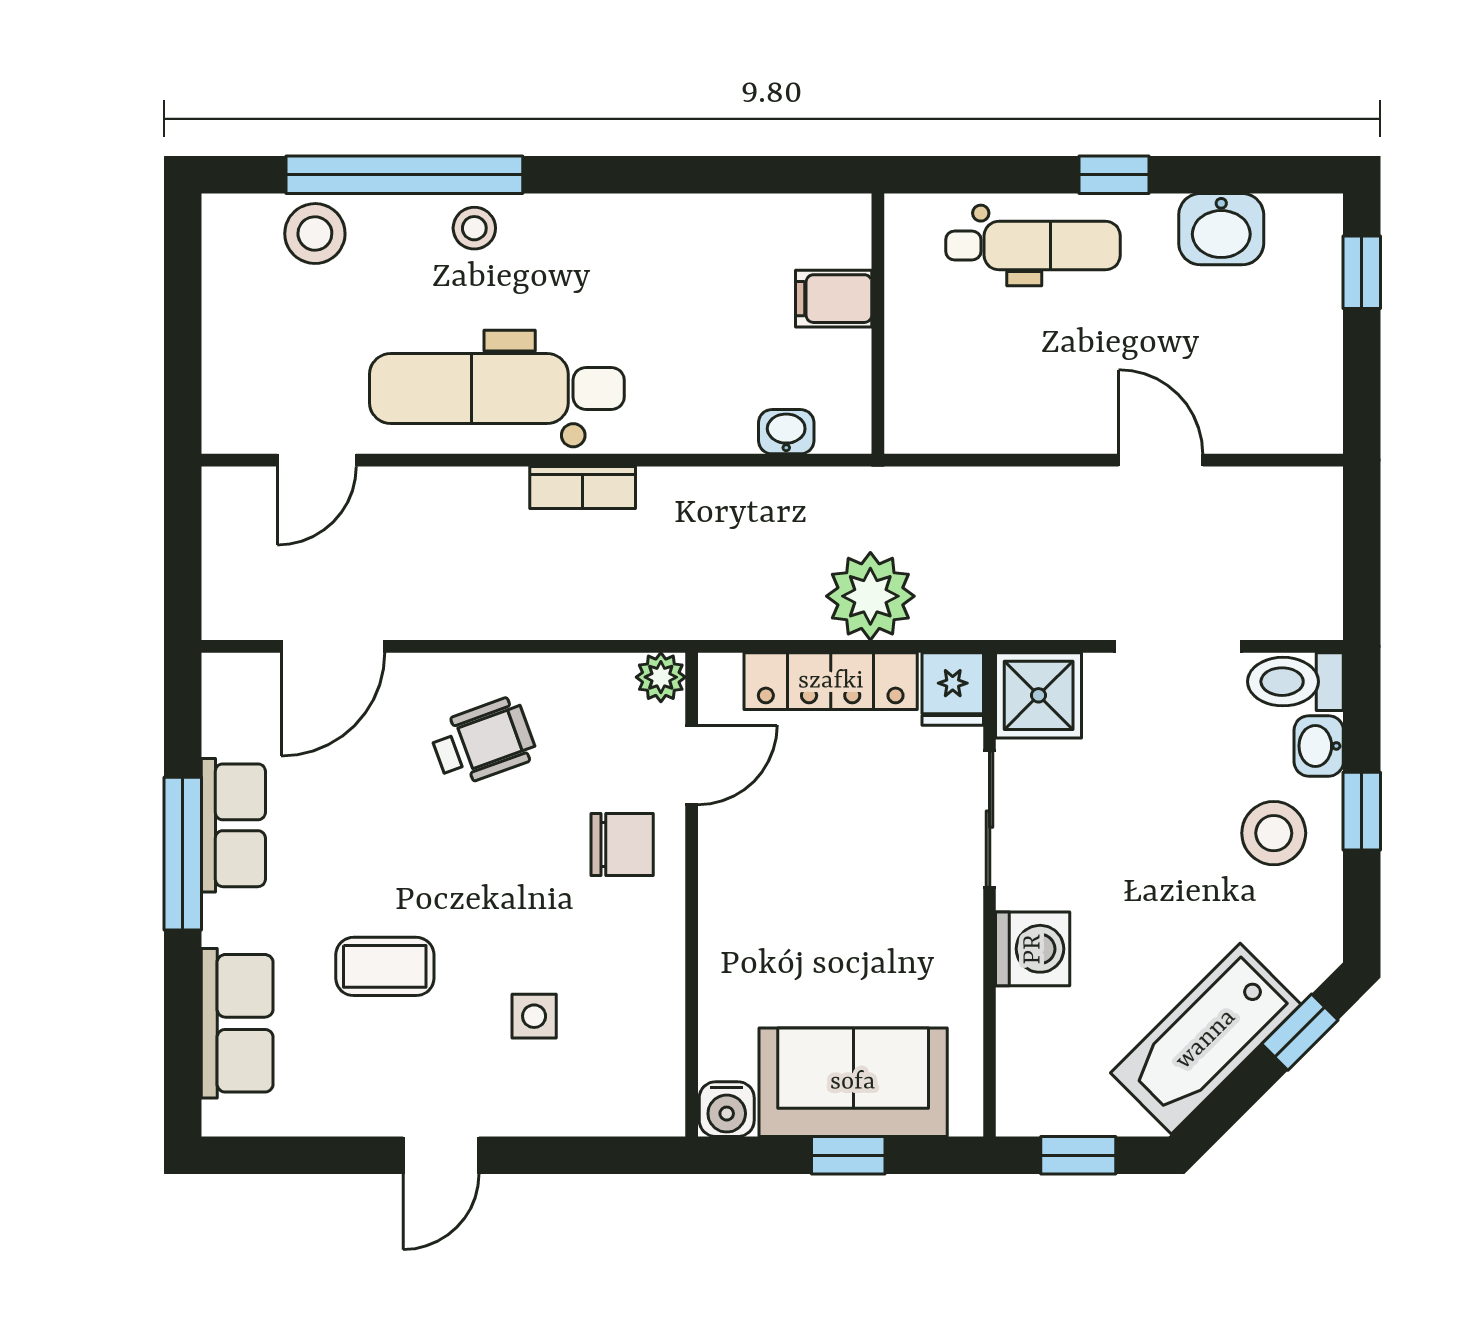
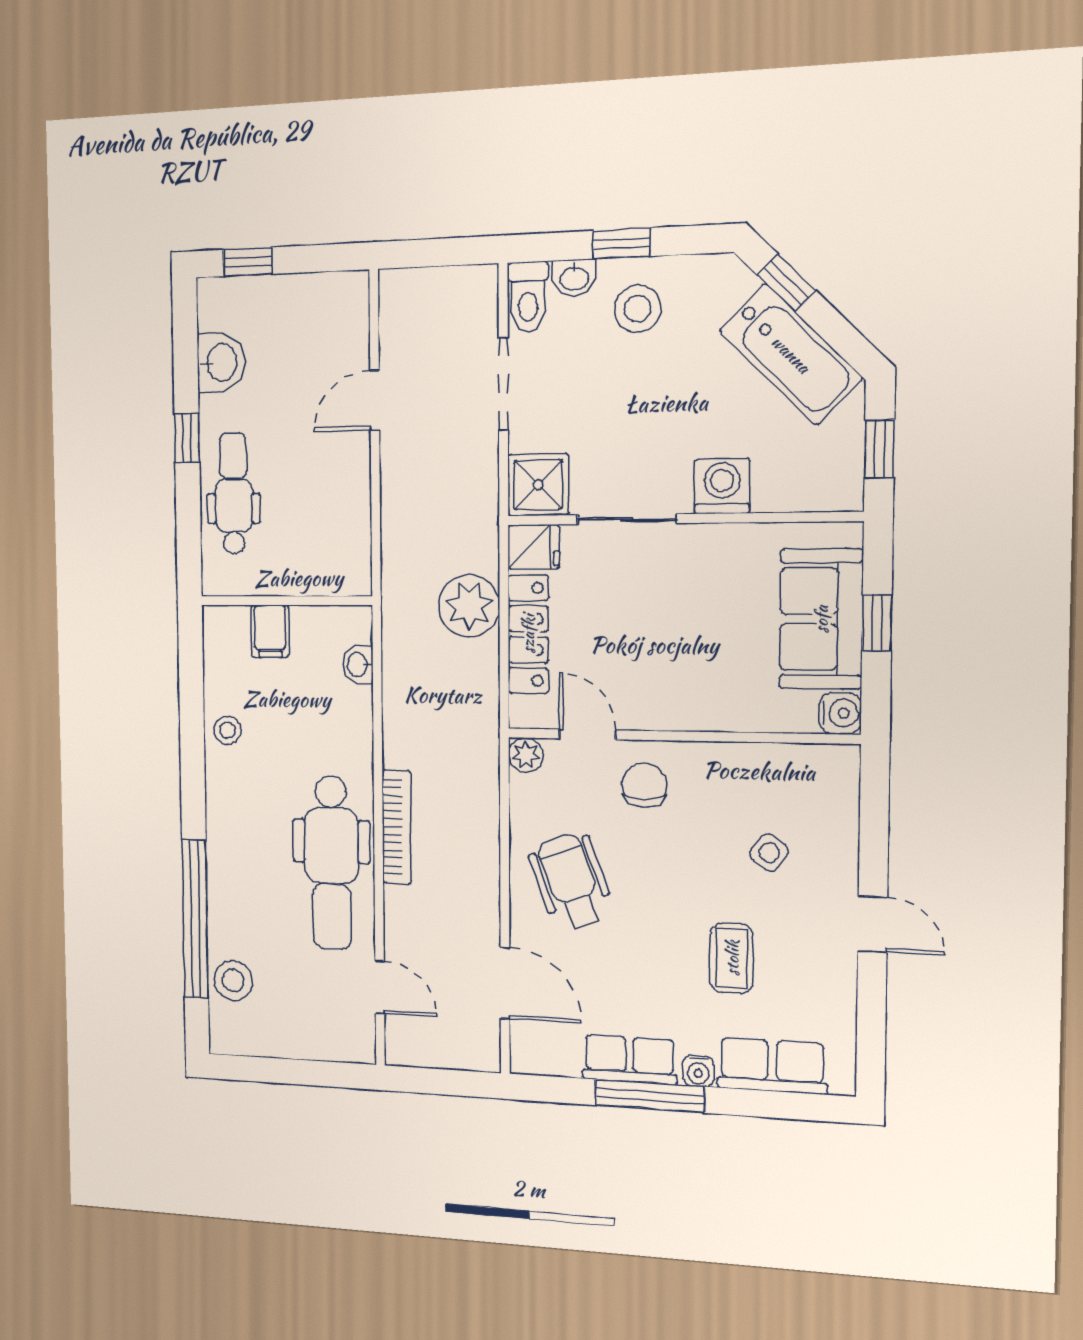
stool: (474, 228) -> (227, 730), moved
bookcase: (583, 487) -> (397, 827), width x1.56
wheelchair: (483, 742) -> (571, 882), width x1.36, depth x1.37
water cooler: (223, 922) -> (698, 1071), added
side table: (534, 1016) -> (769, 853), turned 36

